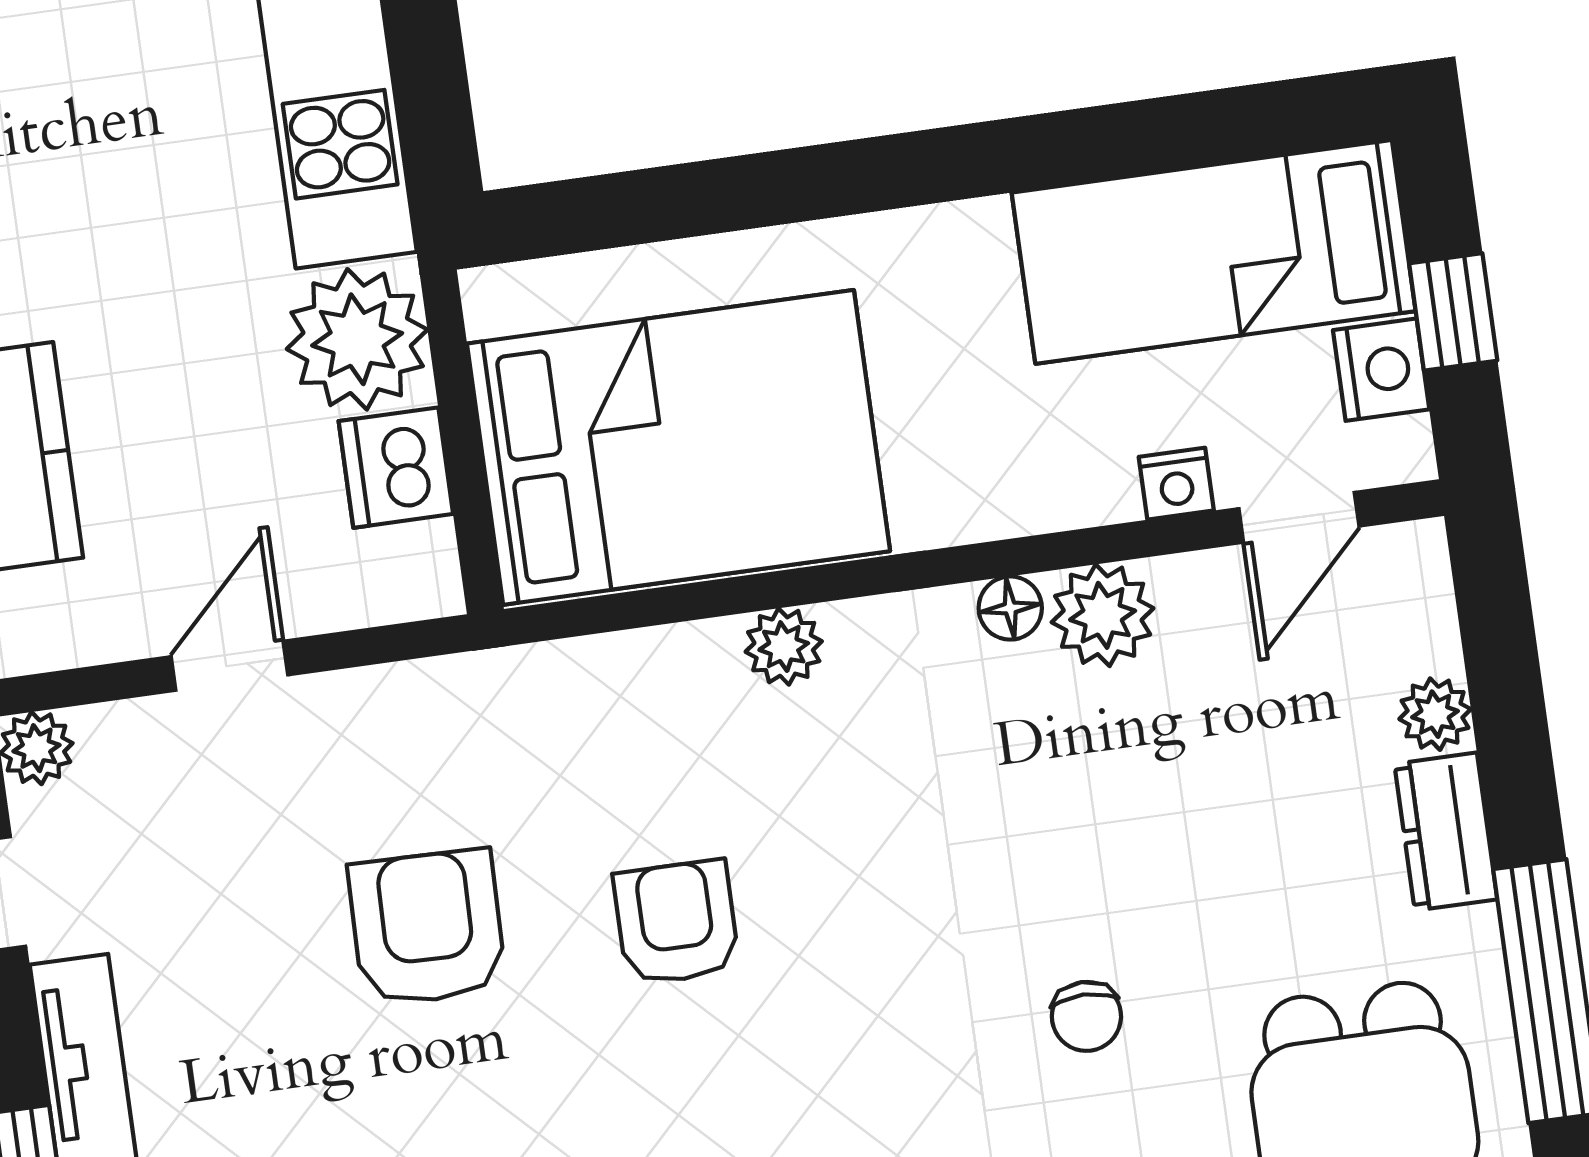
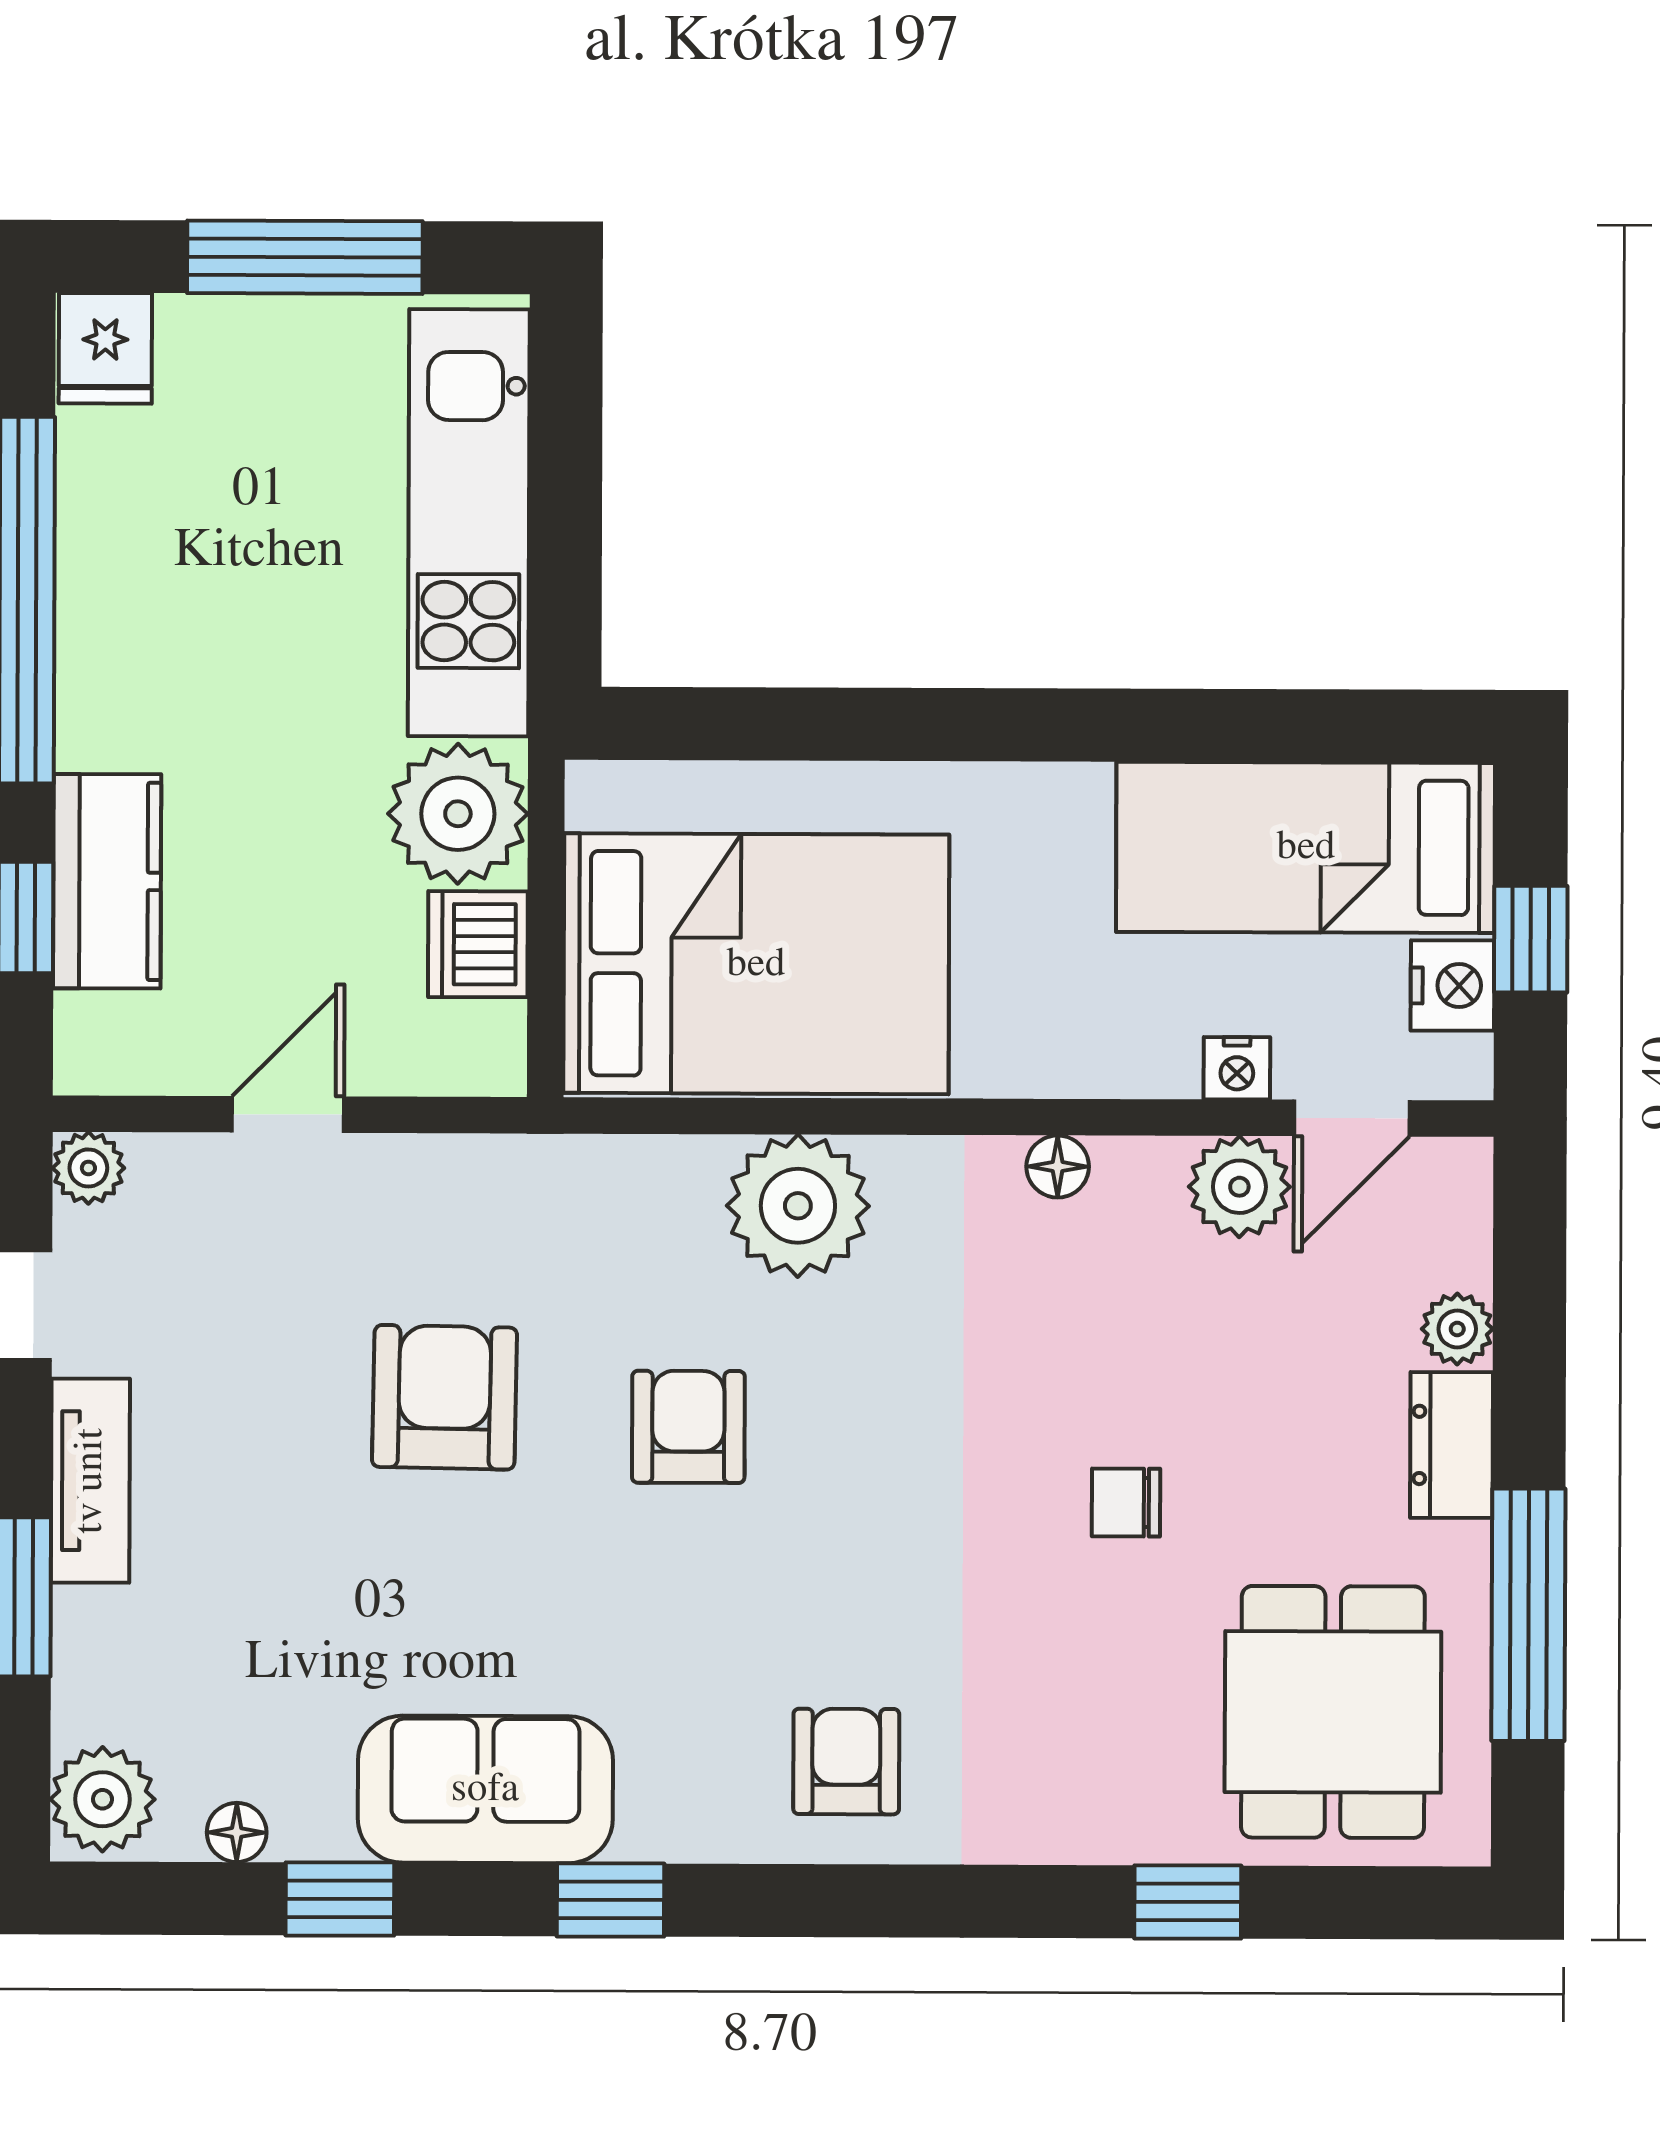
plant: (1103, 615) -> (1239, 1187), moved
plant: (784, 647) -> (798, 1206), width x1.88, depth x1.88
chair: (1086, 1016) -> (1126, 1503), moved, turned 90

